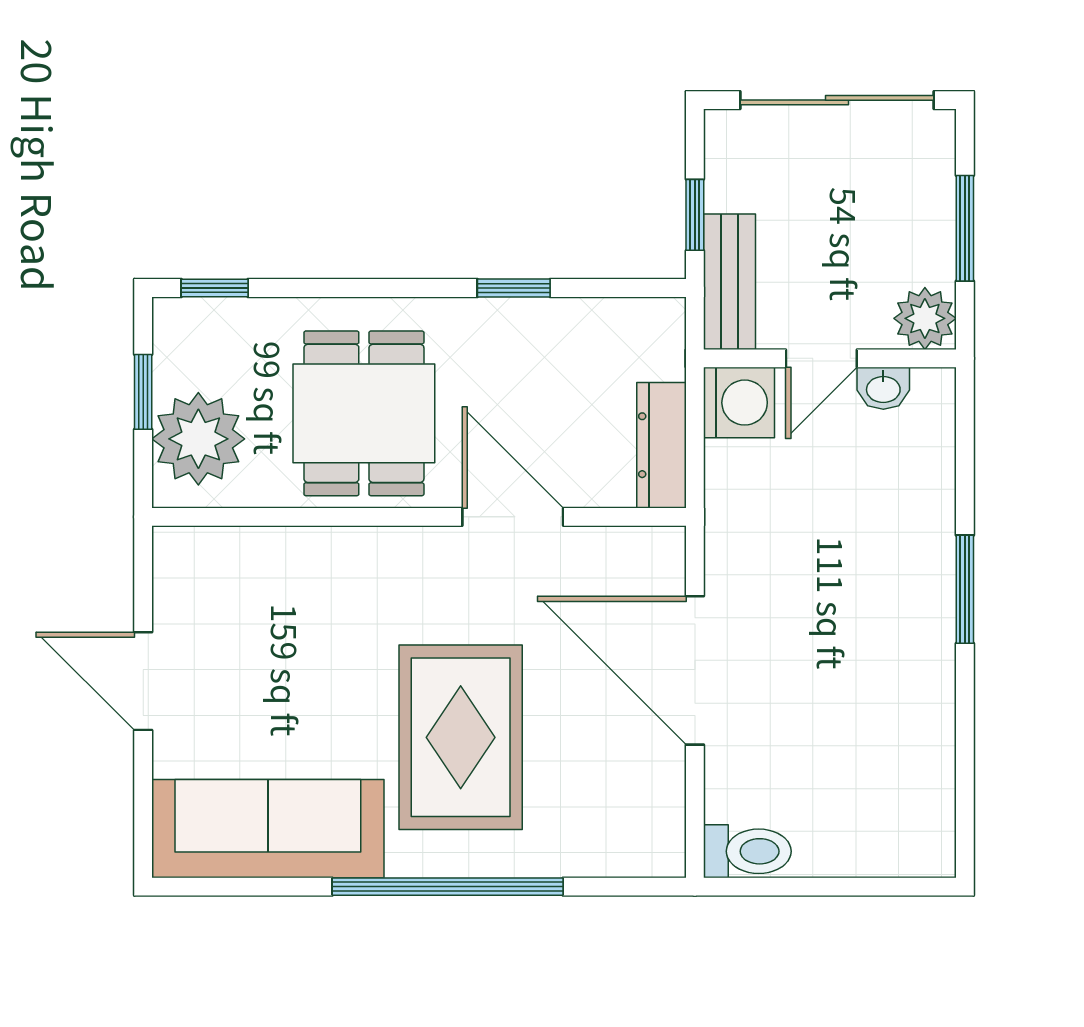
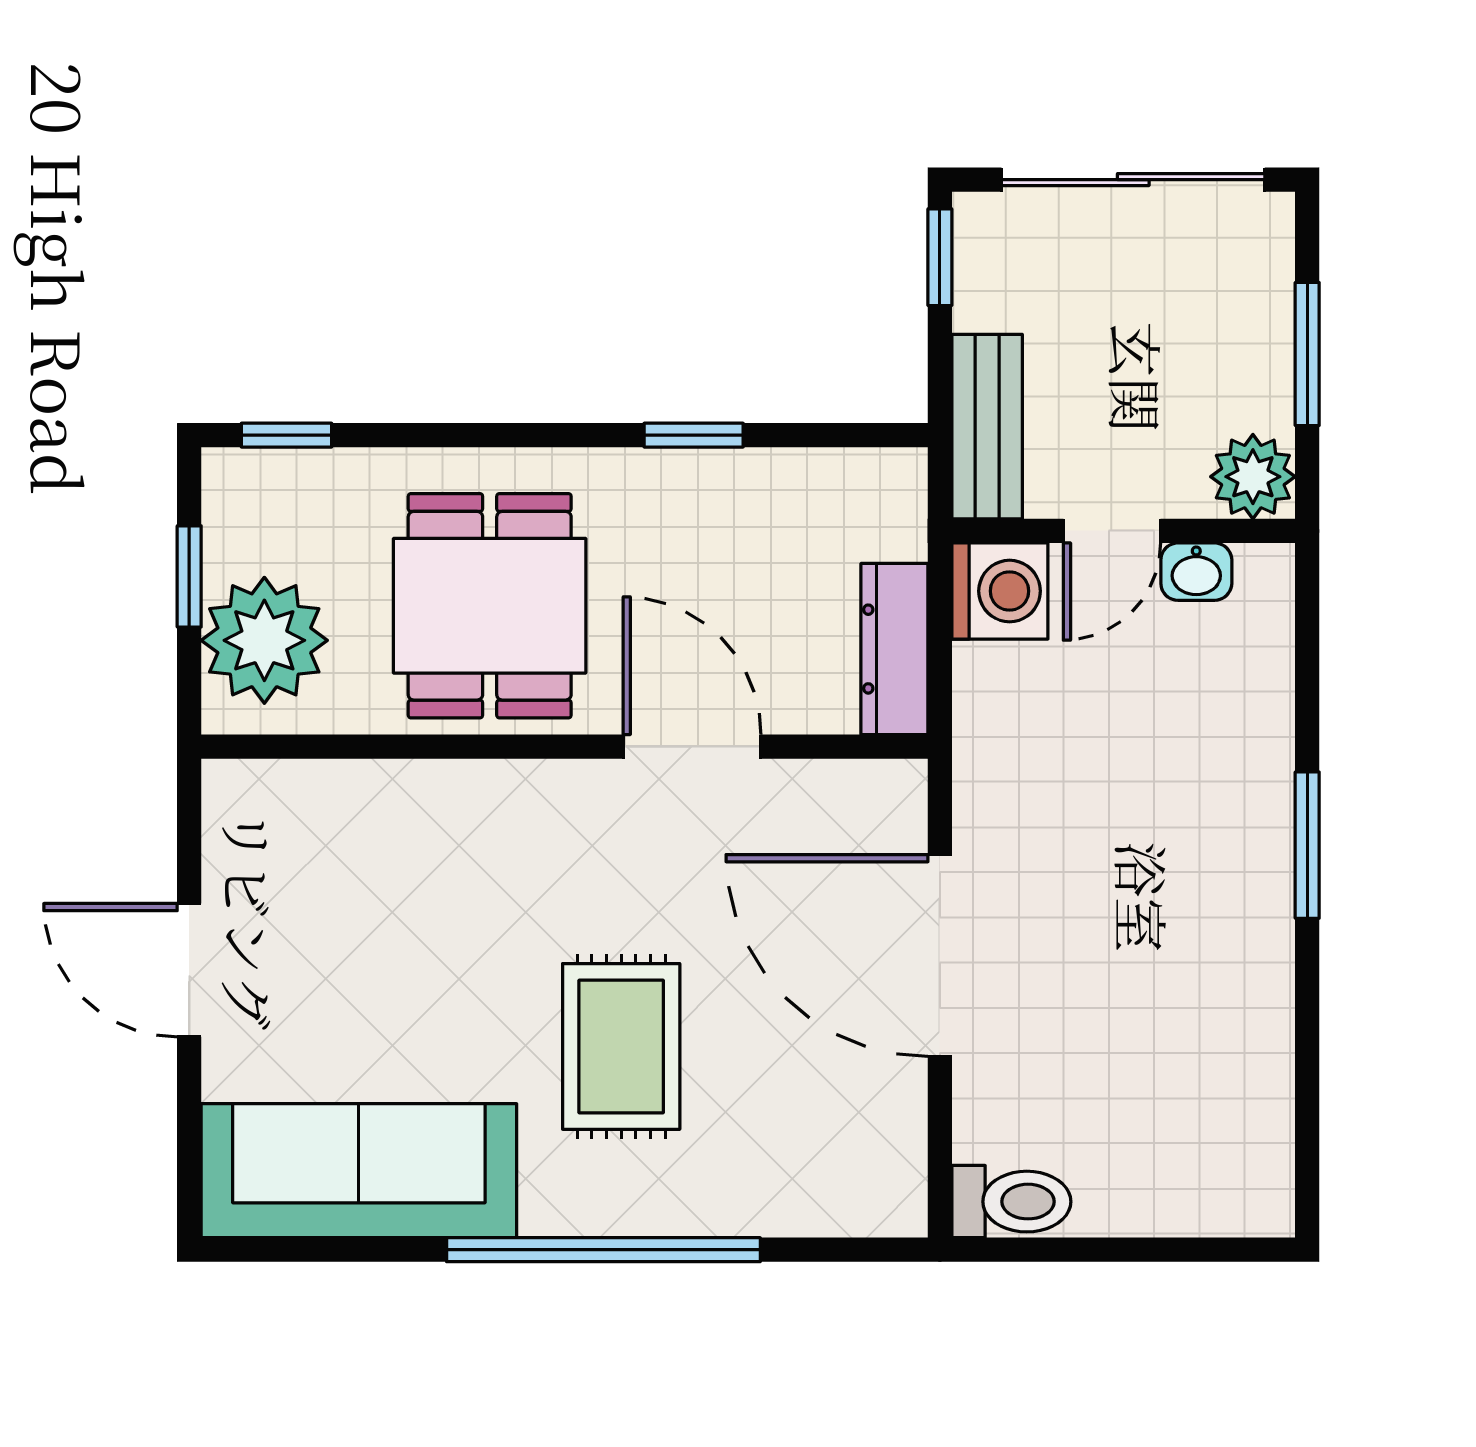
window: (695, 215) -> (940, 257), moved
rug: (461, 737) -> (621, 1046), width x0.73, depth x0.70

